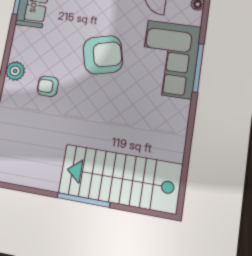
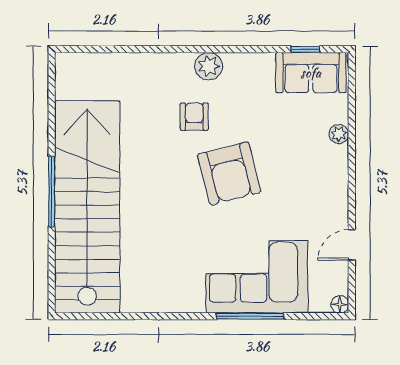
armchair: (103, 55) -> (229, 173), moved
stairs: (120, 179) -> (87, 207), width x1.36

